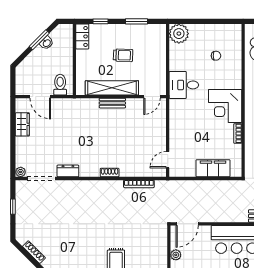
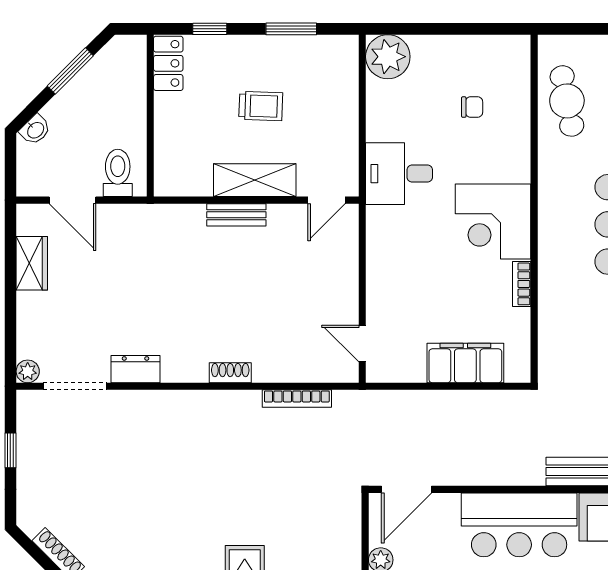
washbasin: (47, 43) -> (35, 130), moved
shelving: (112, 88) -> (255, 180), width x0.68
door: (168, 160) -> (362, 344), hinge flipped

